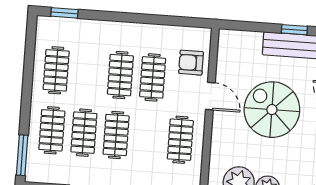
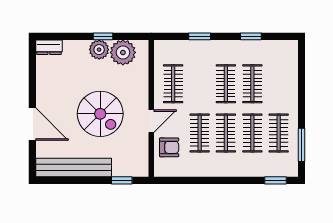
window: (294, 30) -> (122, 180), moved
door: (210, 96) -> (151, 121), swing flipped
clothes rail: (52, 130) -> (252, 133), moved
window: (22, 155) -> (301, 145), moved

